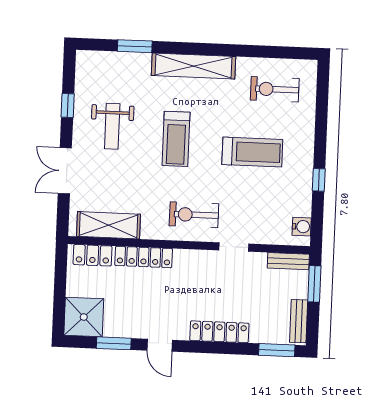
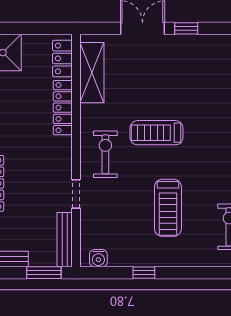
window: (68, 105) -> (186, 28), moved
weight bench: (112, 126) -> (187, 72), removed
treadmill: (176, 139) -> (157, 133), moved
bench: (288, 261) -> (65, 240), width x1.36

